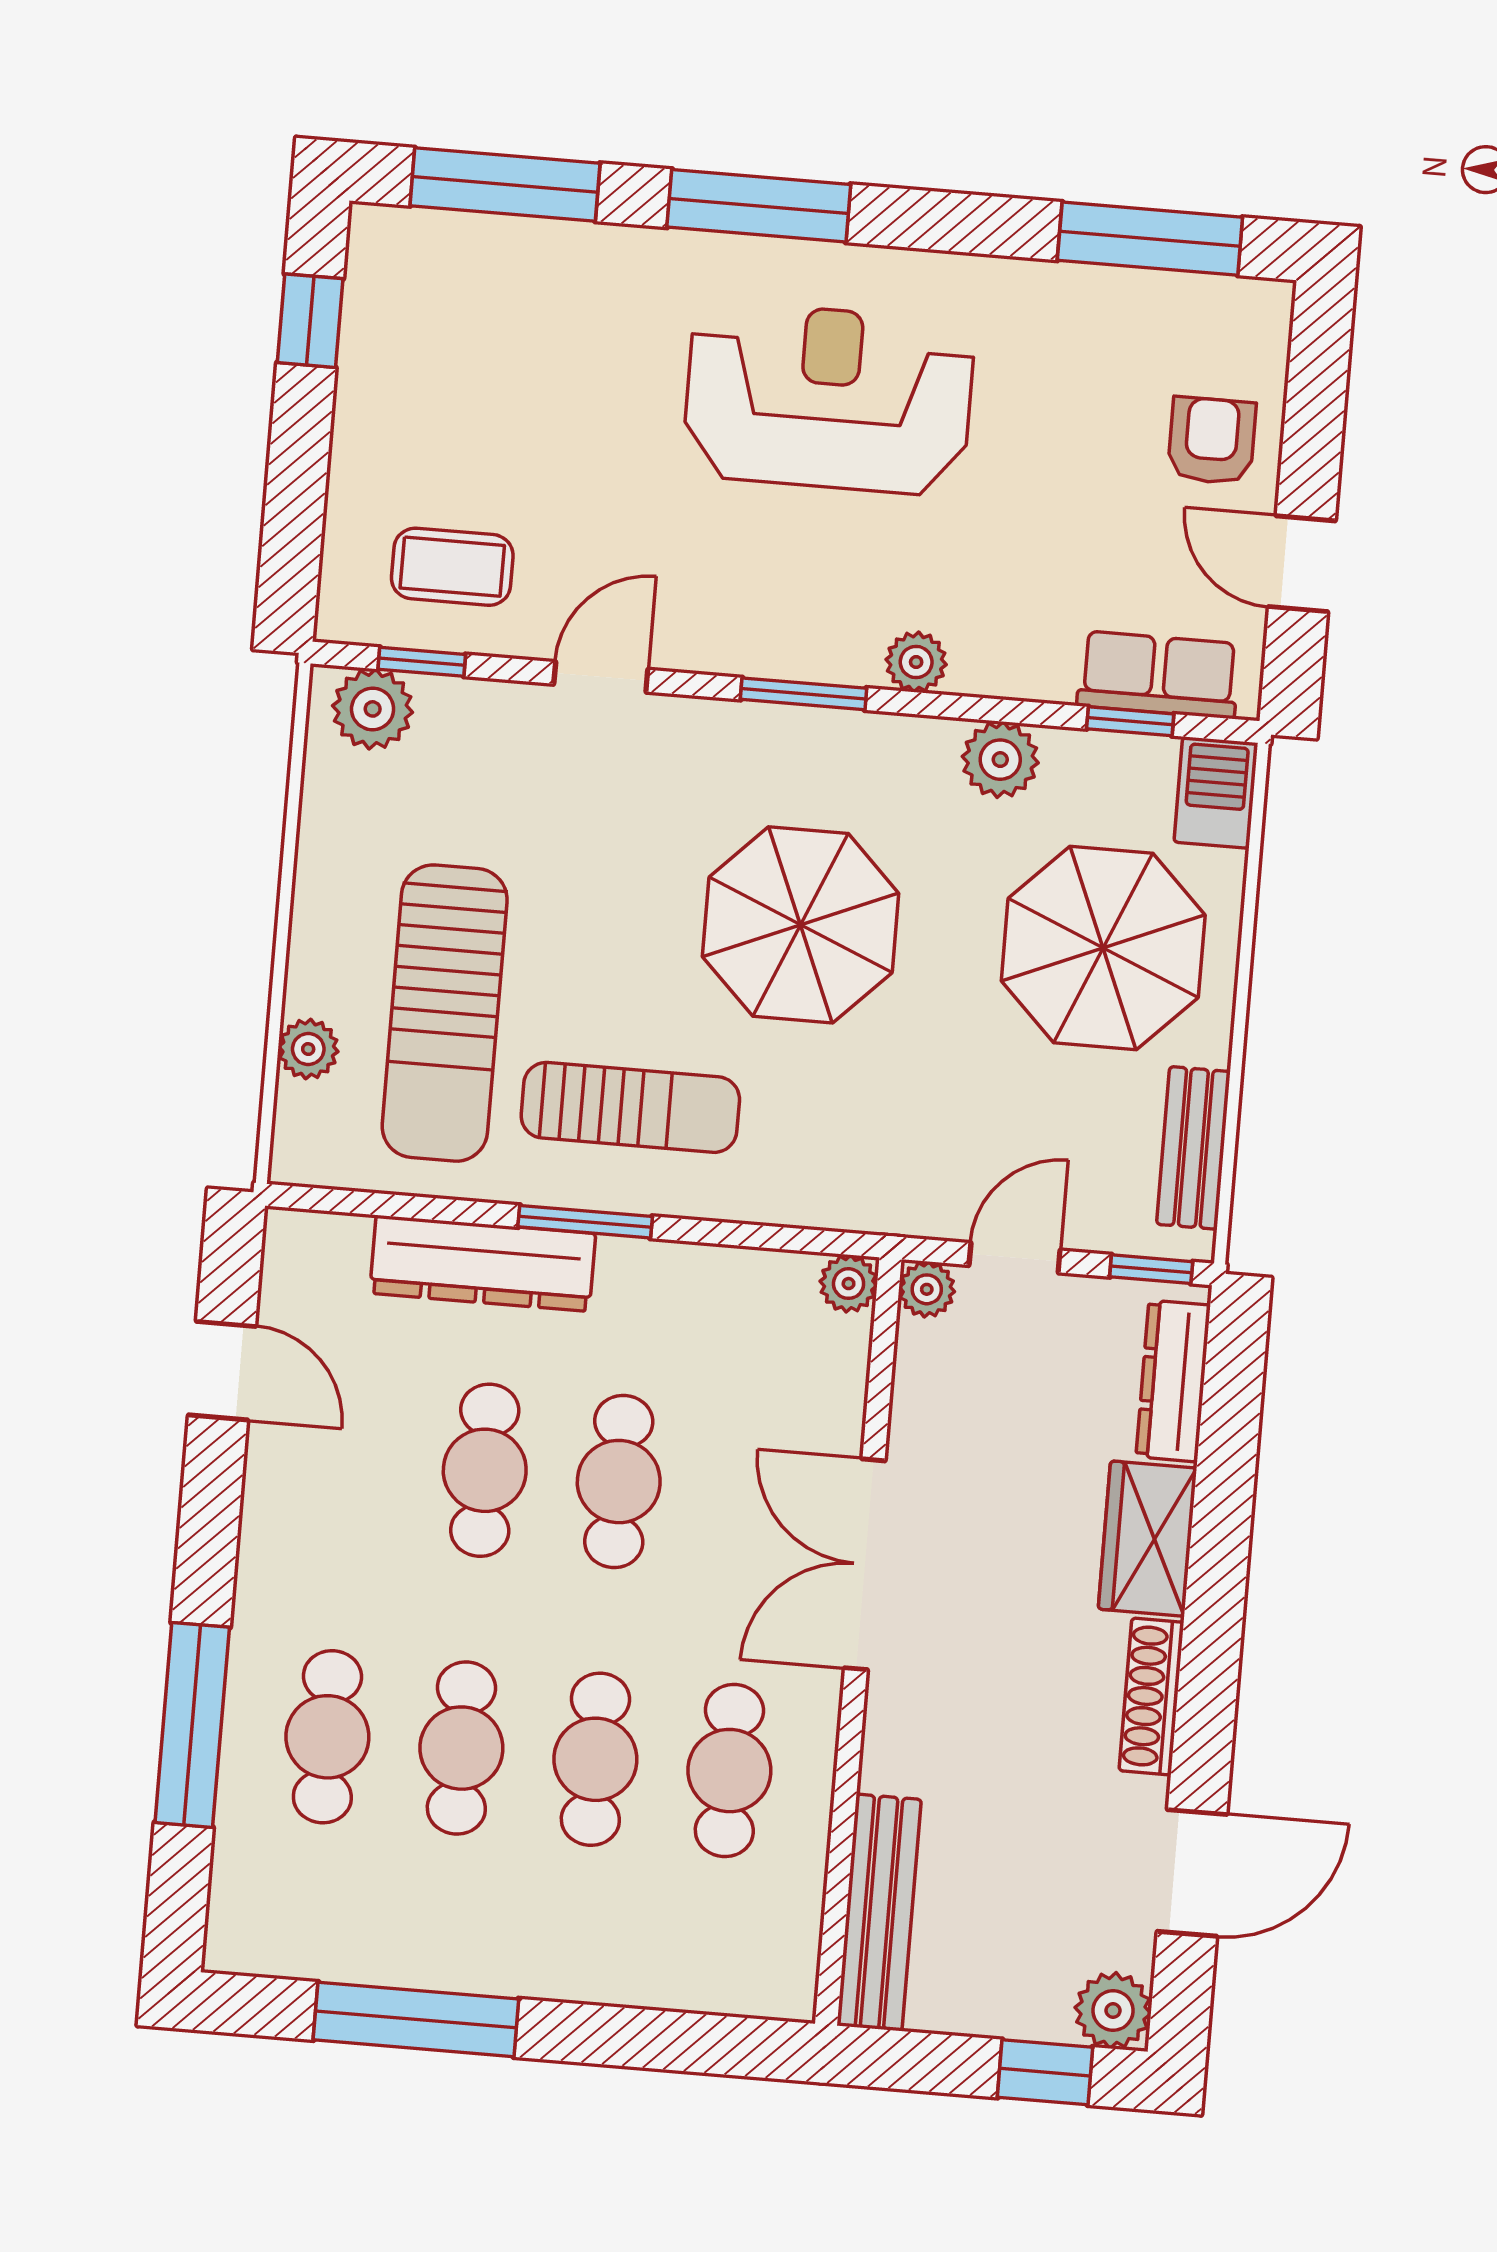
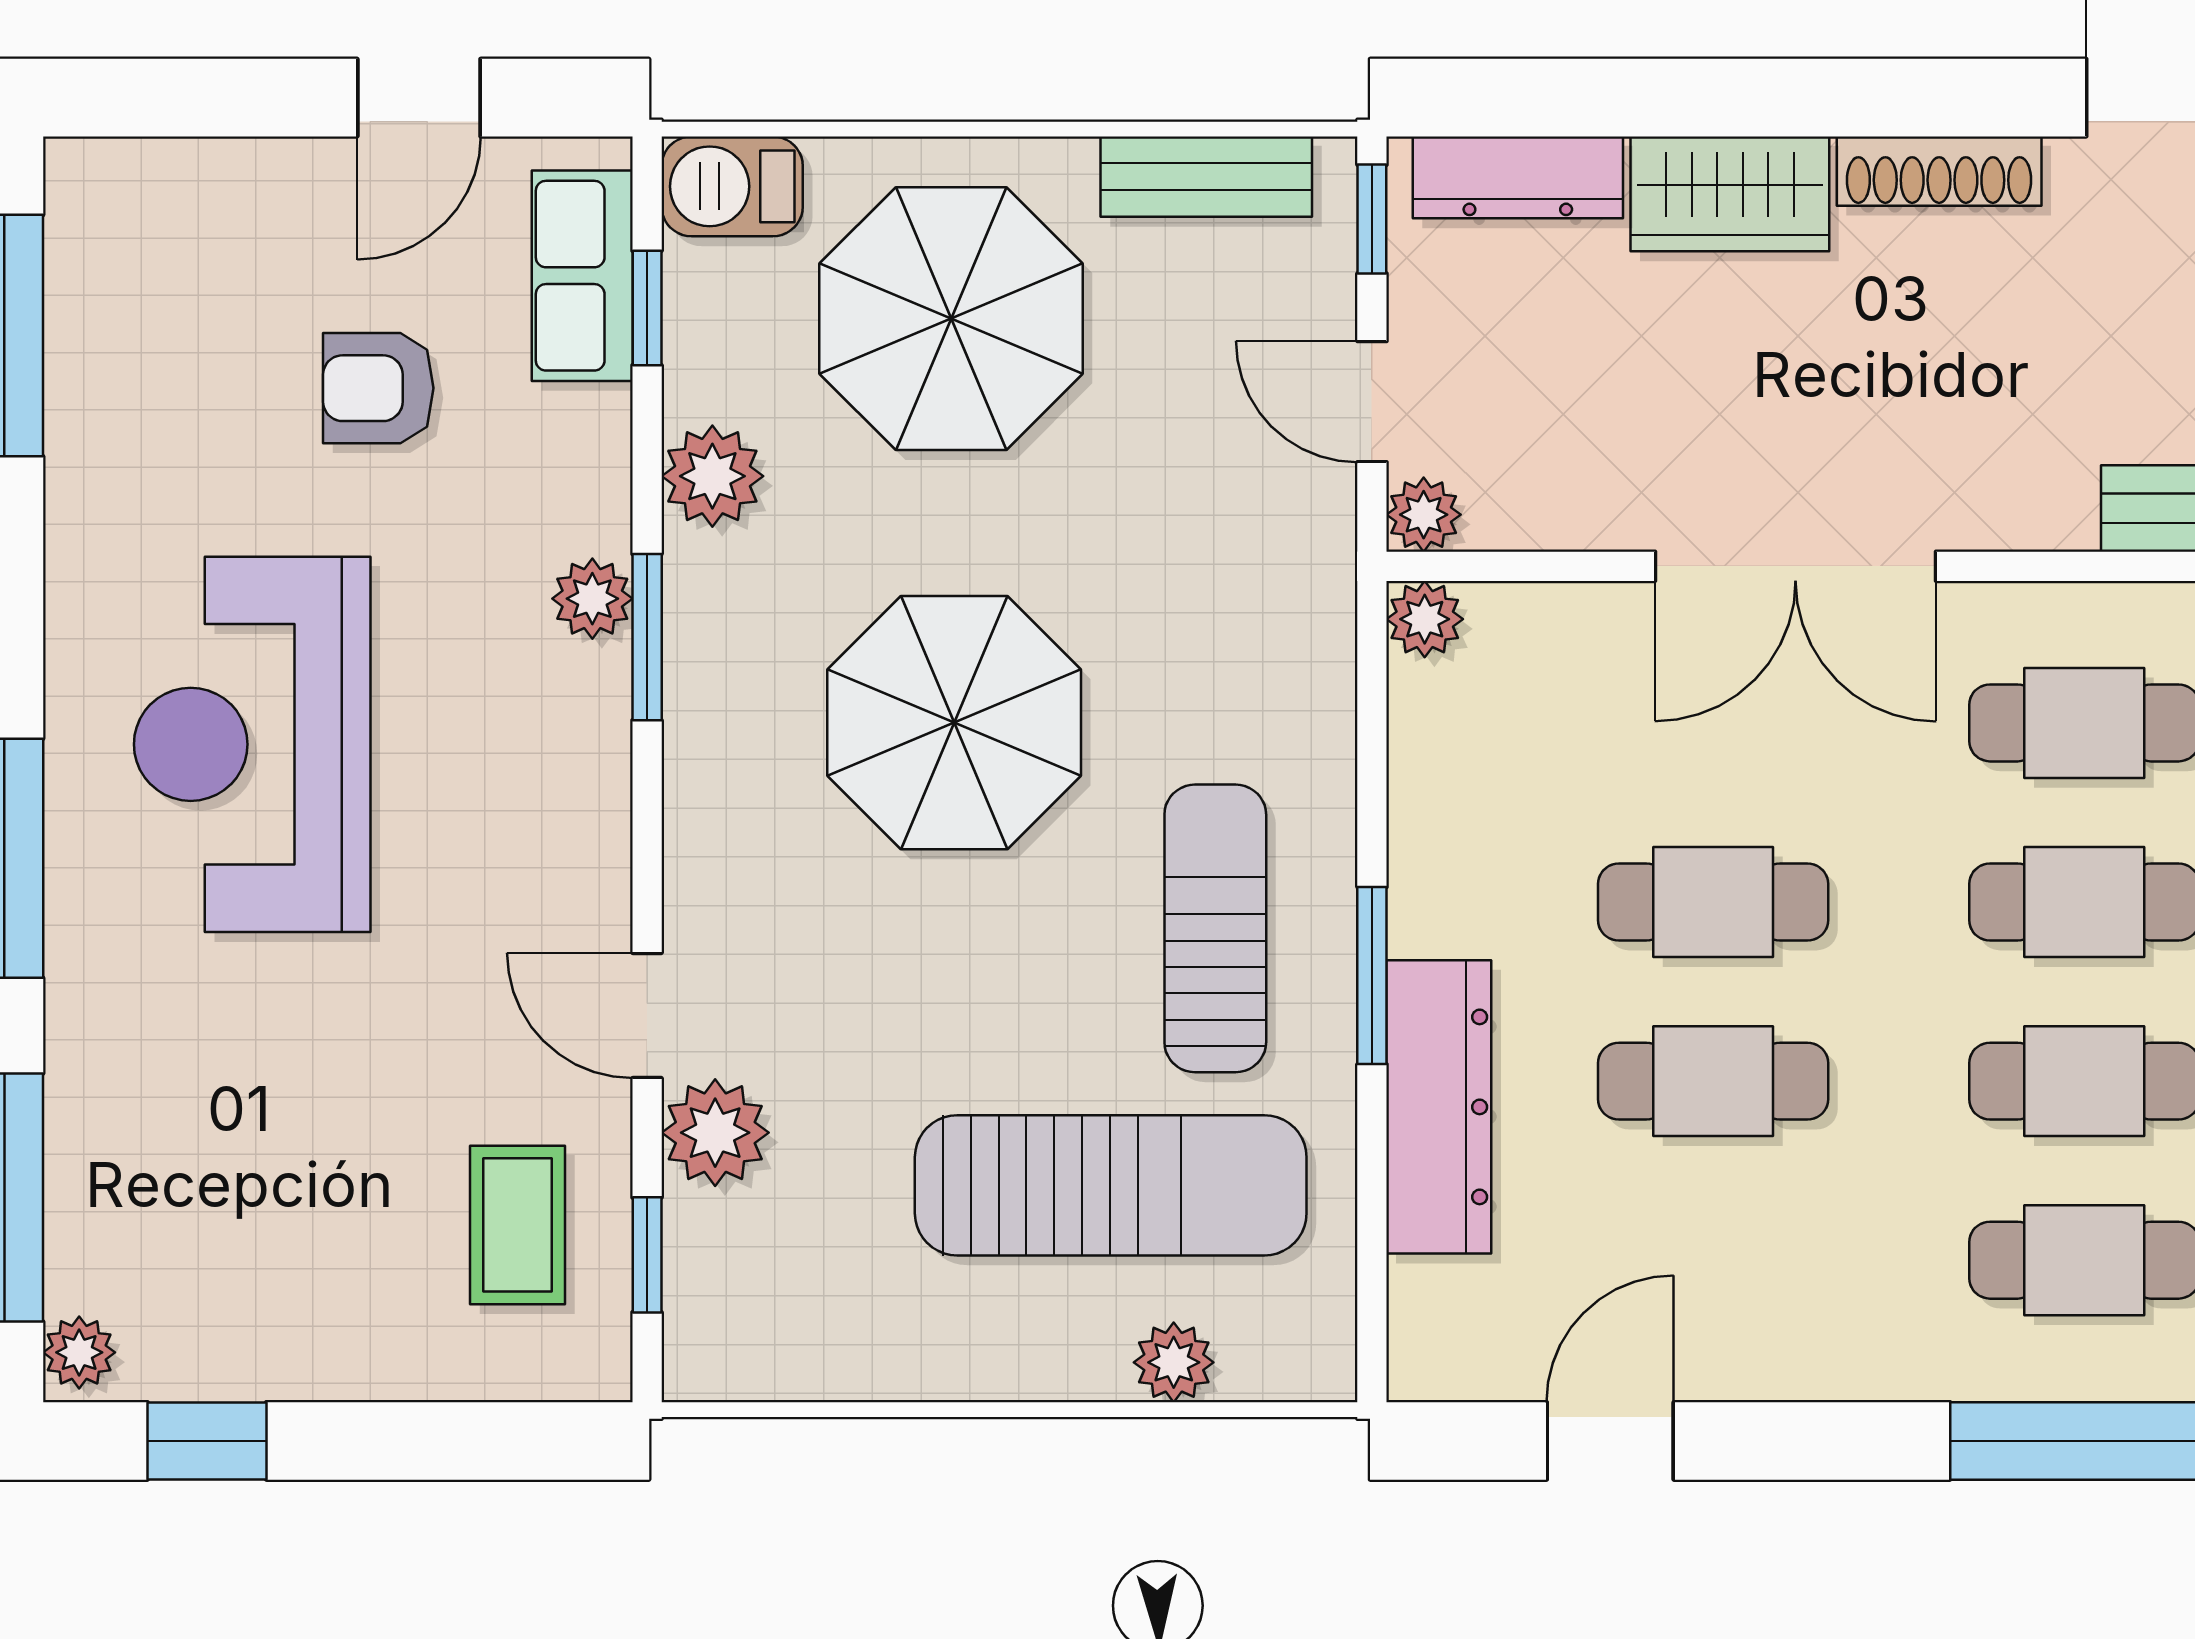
plant: (384, 231) -> (79, 1352), added
armchair: (1212, 441) -> (378, 388), moved
window: (804, 694) -> (647, 637), moved
plant: (373, 709) -> (715, 1133), moved

